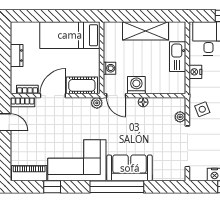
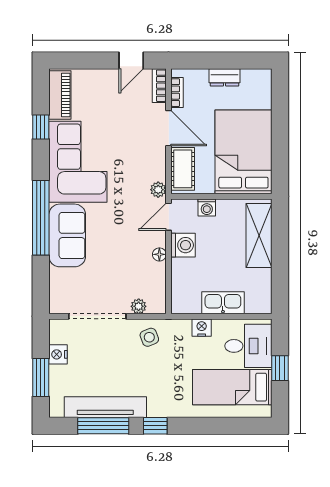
shelving: (145, 31) -> (259, 236), moved
bed: (70, 35) -> (243, 152), width x1.50

